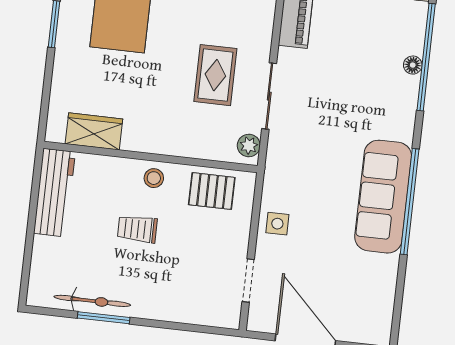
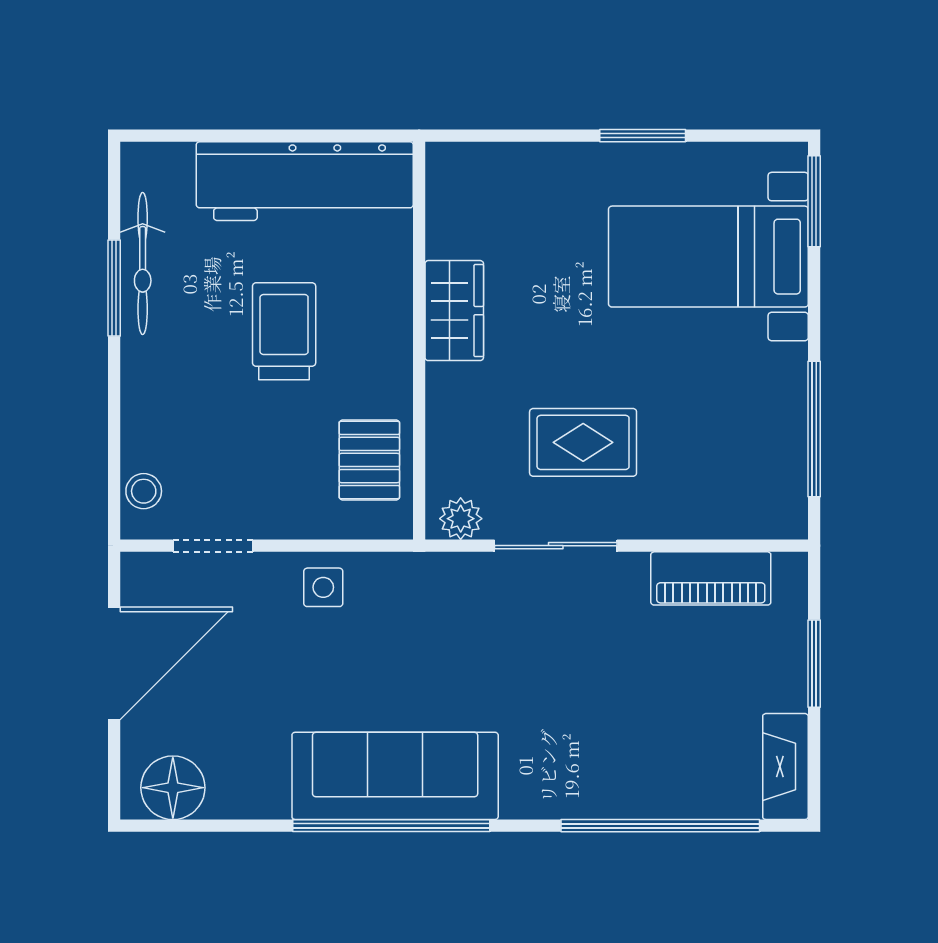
floor lamp: (413, 65) -> (173, 788), moved, width x1.89, depth x1.89
wardrobe: (94, 131) -> (454, 311), moved
stool: (154, 178) -> (144, 491), moved
workbench: (54, 193) -> (305, 181), width x1.36, depth x1.32
trolley: (137, 229) -> (284, 331), width x1.36, depth x1.39

